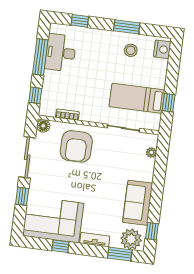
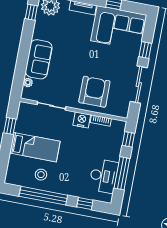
window: (127, 27) -> (43, 196), width x2.11
nightstand: (162, 49) -> (82, 120), moved, turned 90
bed: (137, 98) -> (35, 147), moved
floor lamp: (43, 126) -> (123, 112), removed
sofa: (138, 203) -> (39, 59), moved

